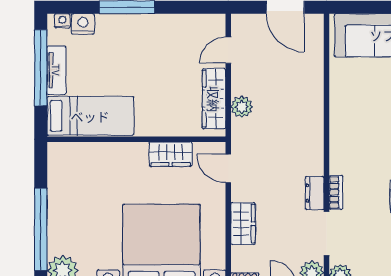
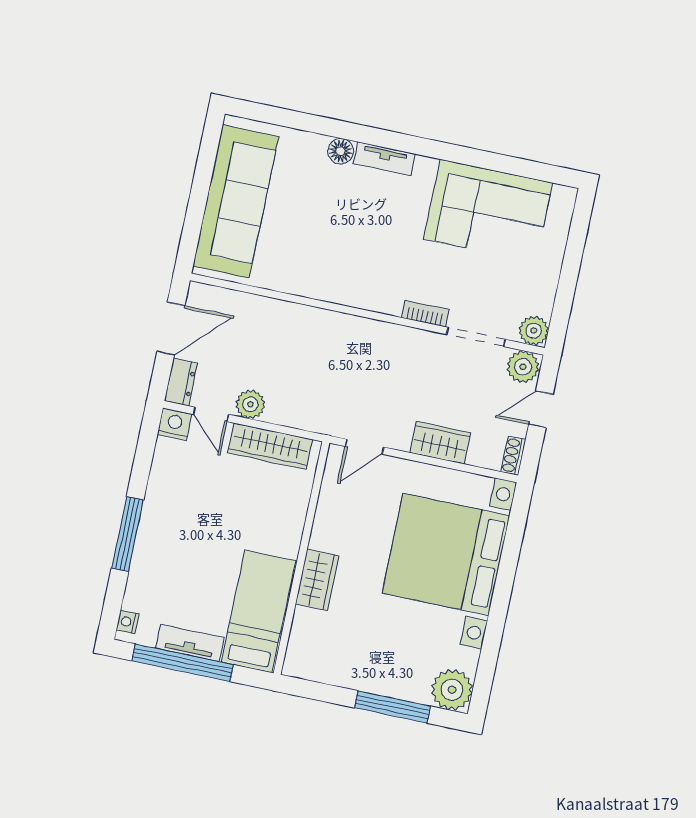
nightstand: (83, 24) -> (175, 424), moved, turned 90
plant: (242, 107) -> (250, 404), moved
wardrobe: (171, 154) -> (317, 580), moved
dresser: (315, 193) -> (181, 382), moved, turned -90
window: (41, 229) -> (392, 707), width x0.68

